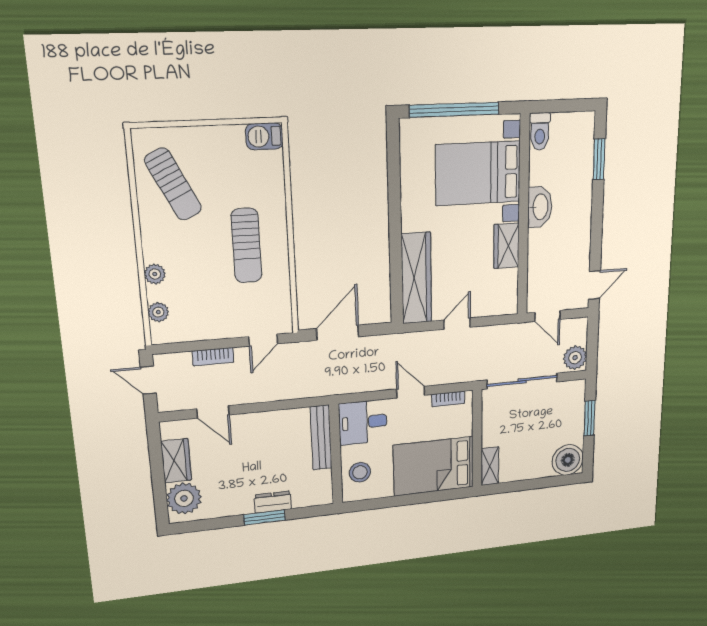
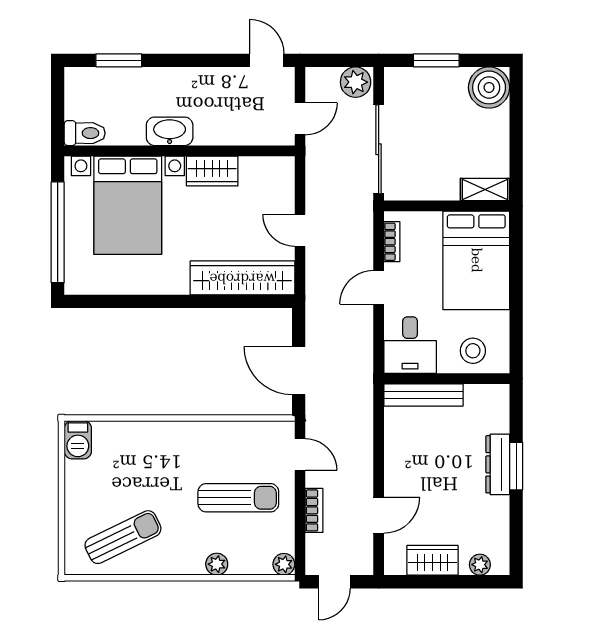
sun lounger: (246, 246) -> (238, 498), moved
plant: (158, 312) -> (284, 564), moved
plant: (184, 498) -> (480, 565), width x0.53, depth x0.53
dresser: (273, 502) -> (498, 464), width x1.44

